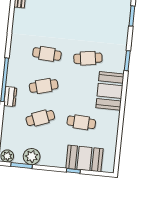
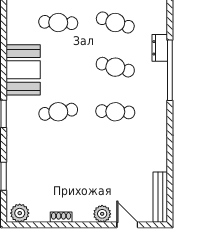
cafe table: (44, 86) -> (115, 67), turned 30
cafe table: (40, 118) -> (115, 22), turned 39

